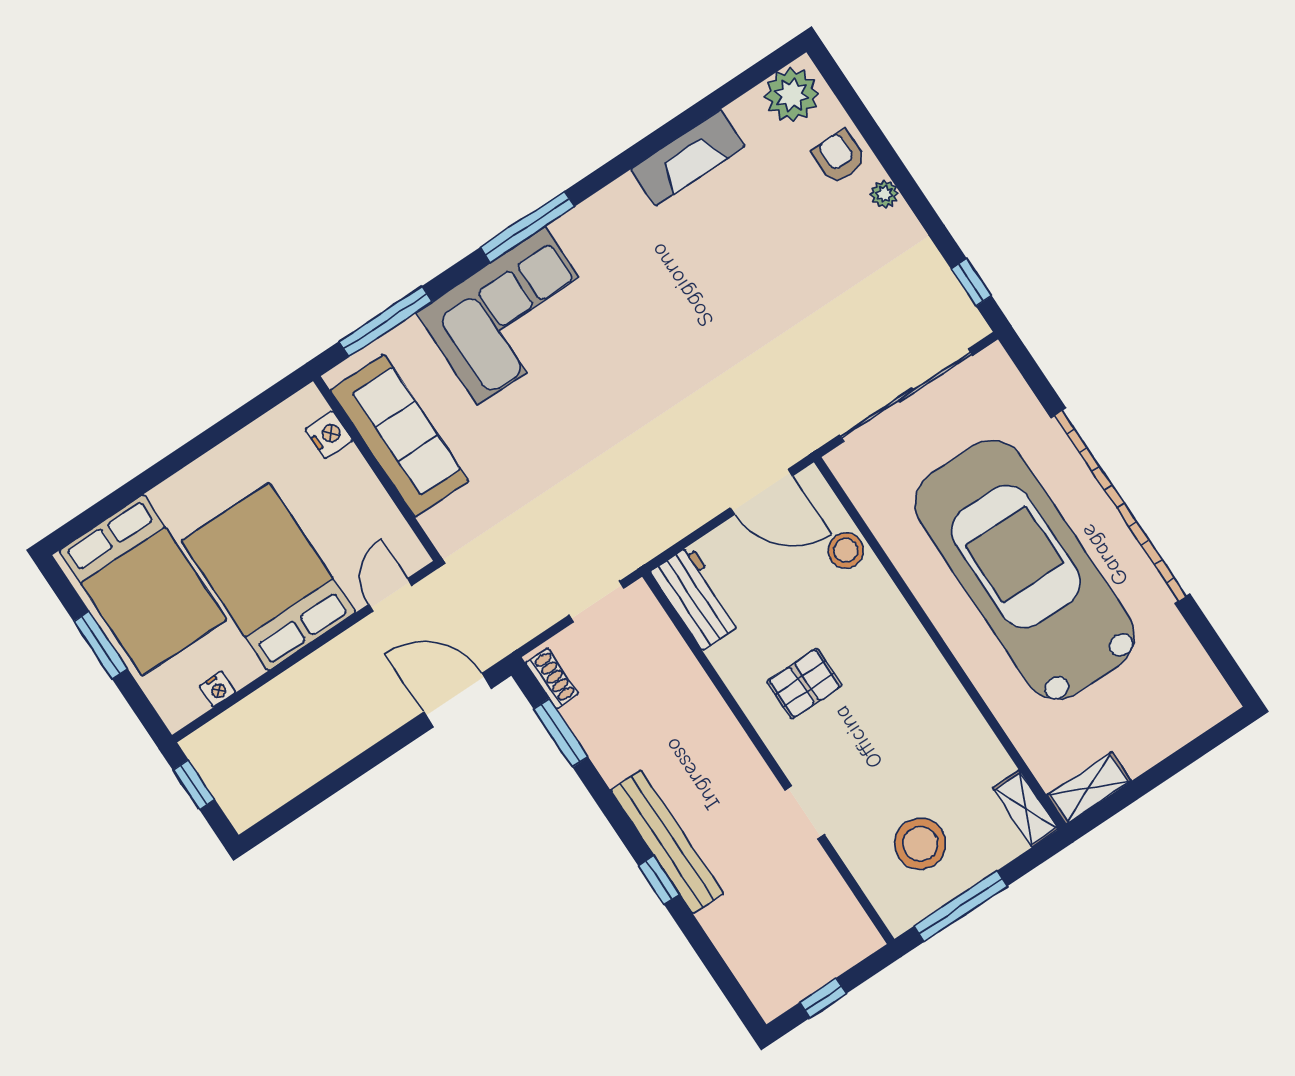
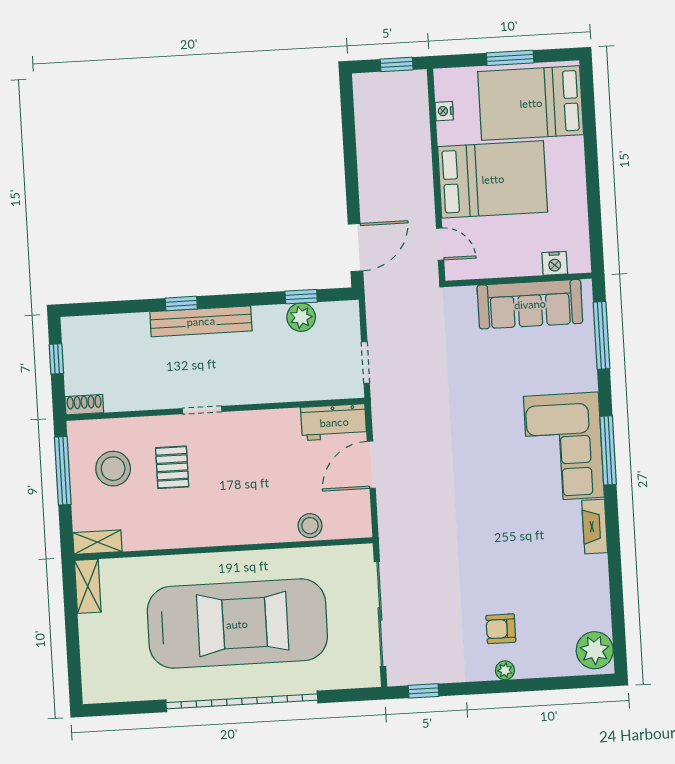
armchair: (839, 157) -> (501, 629), moved, turned 180
fireplace: (688, 158) -> (595, 527), moved, width x0.73, depth x0.76
corner sofa: (511, 316) -> (564, 447), moved
door: (761, 492) -> (371, 465), moved
shoe rack: (552, 678) -> (84, 405), moved, turned 180
pallet: (804, 684) -> (172, 467), moved
plant: (587, 717) -> (301, 317), added
window: (561, 733) -> (301, 297), width x0.67
doorway: (805, 812) -> (202, 410), moved

